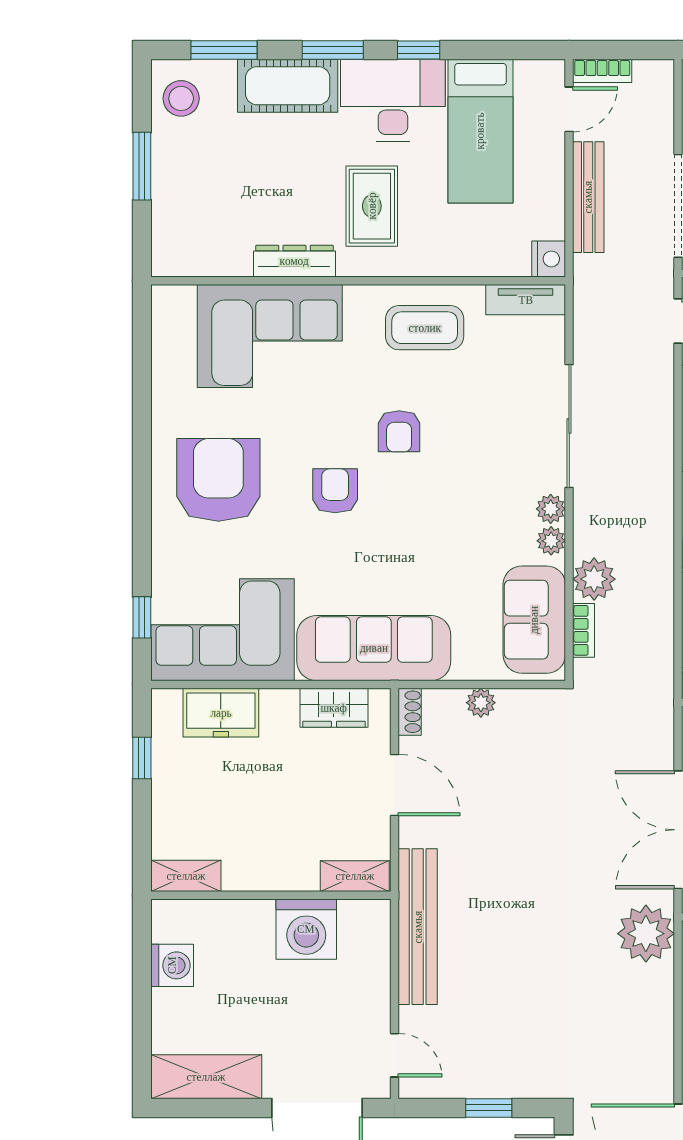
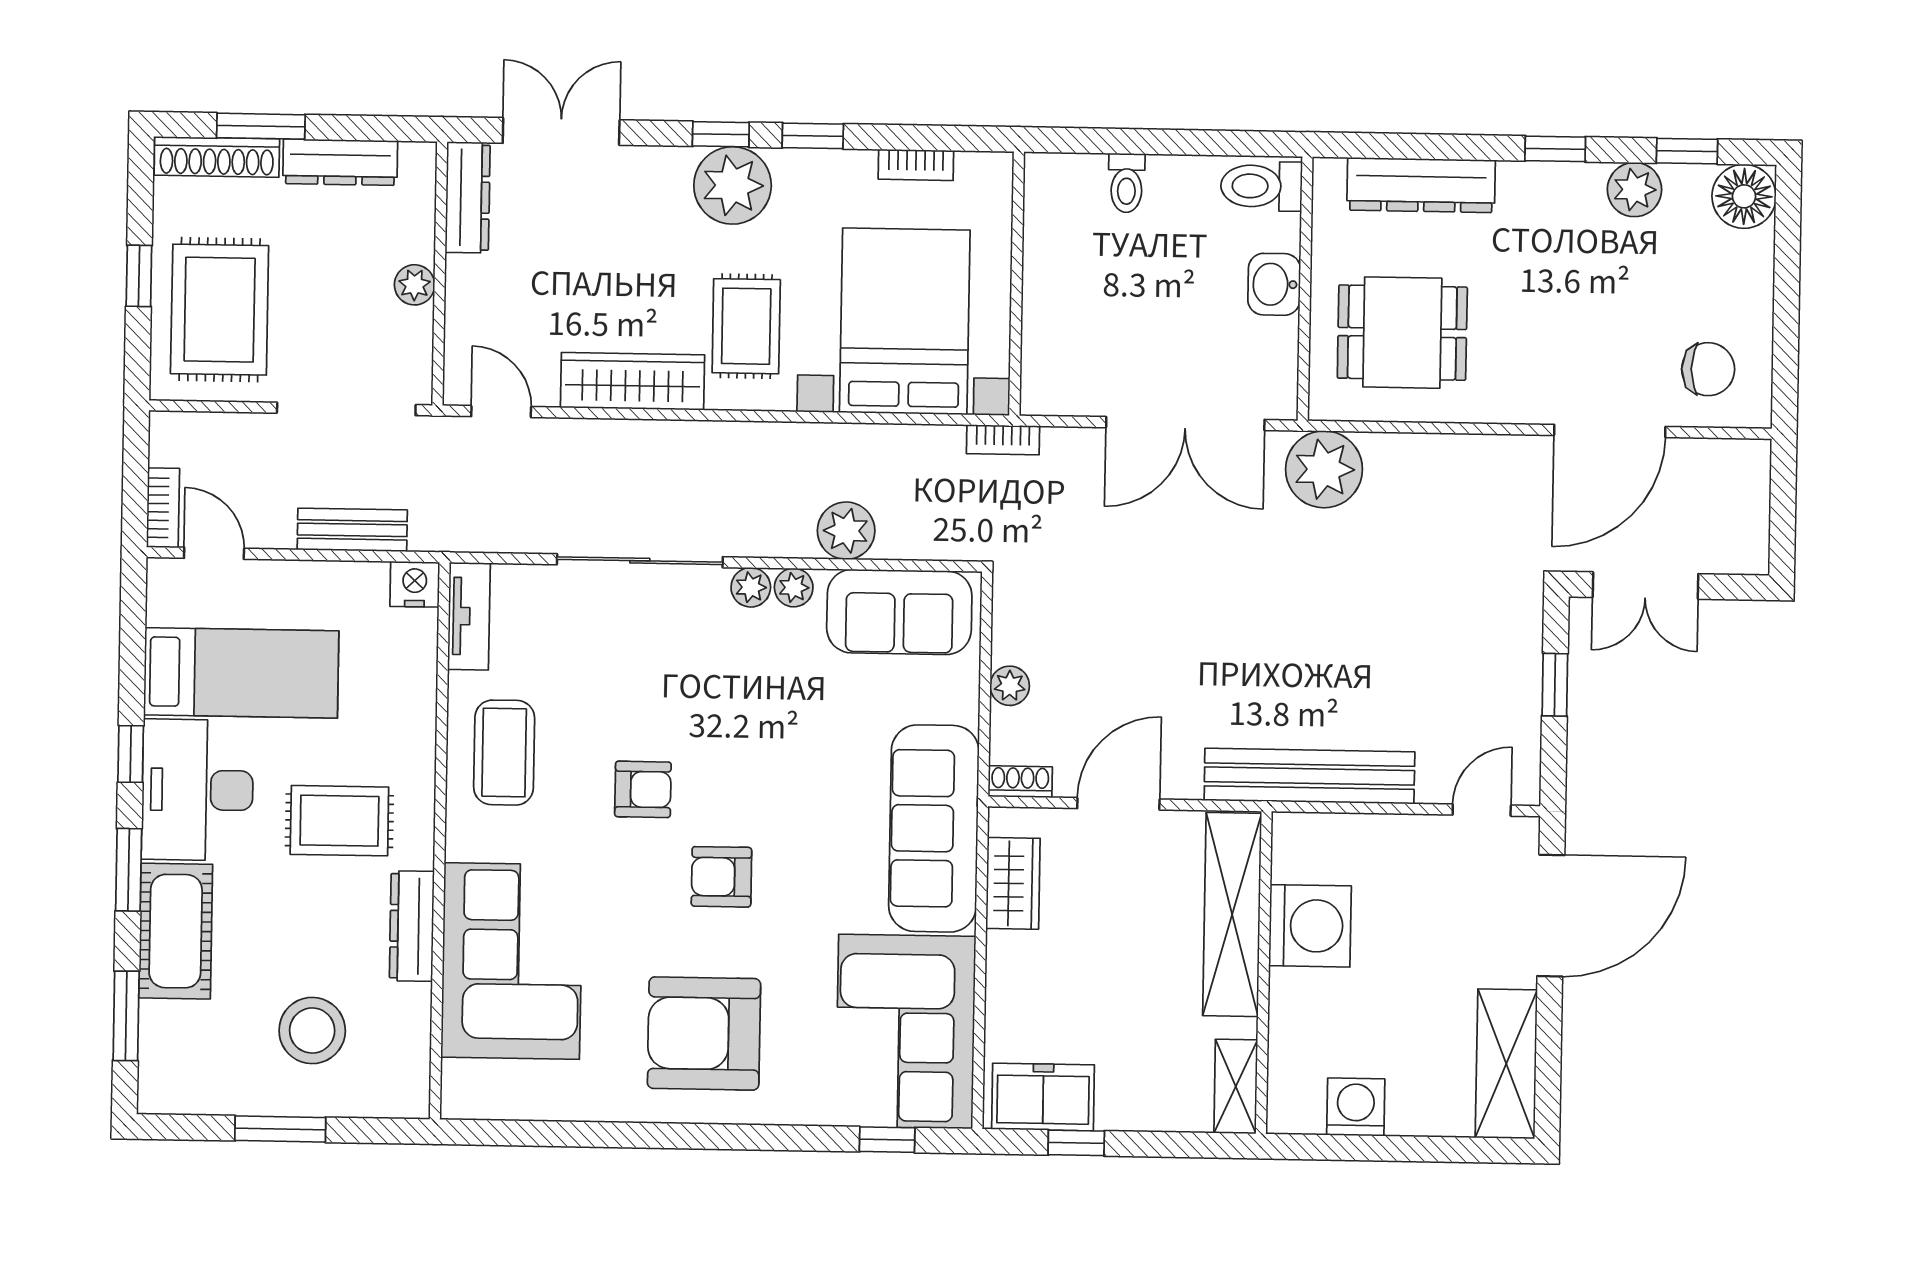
stool: (181, 98) -> (312, 1031), moved, width x1.38, depth x1.38
bench: (588, 197) -> (352, 530), width x0.73
bookcase: (584, 630) -> (1003, 440), moved, turned 180
freezer: (221, 713) -> (1043, 1097), moved, turned -90
shelving: (355, 876) -> (1232, 915), width x2.20, depth x1.33

